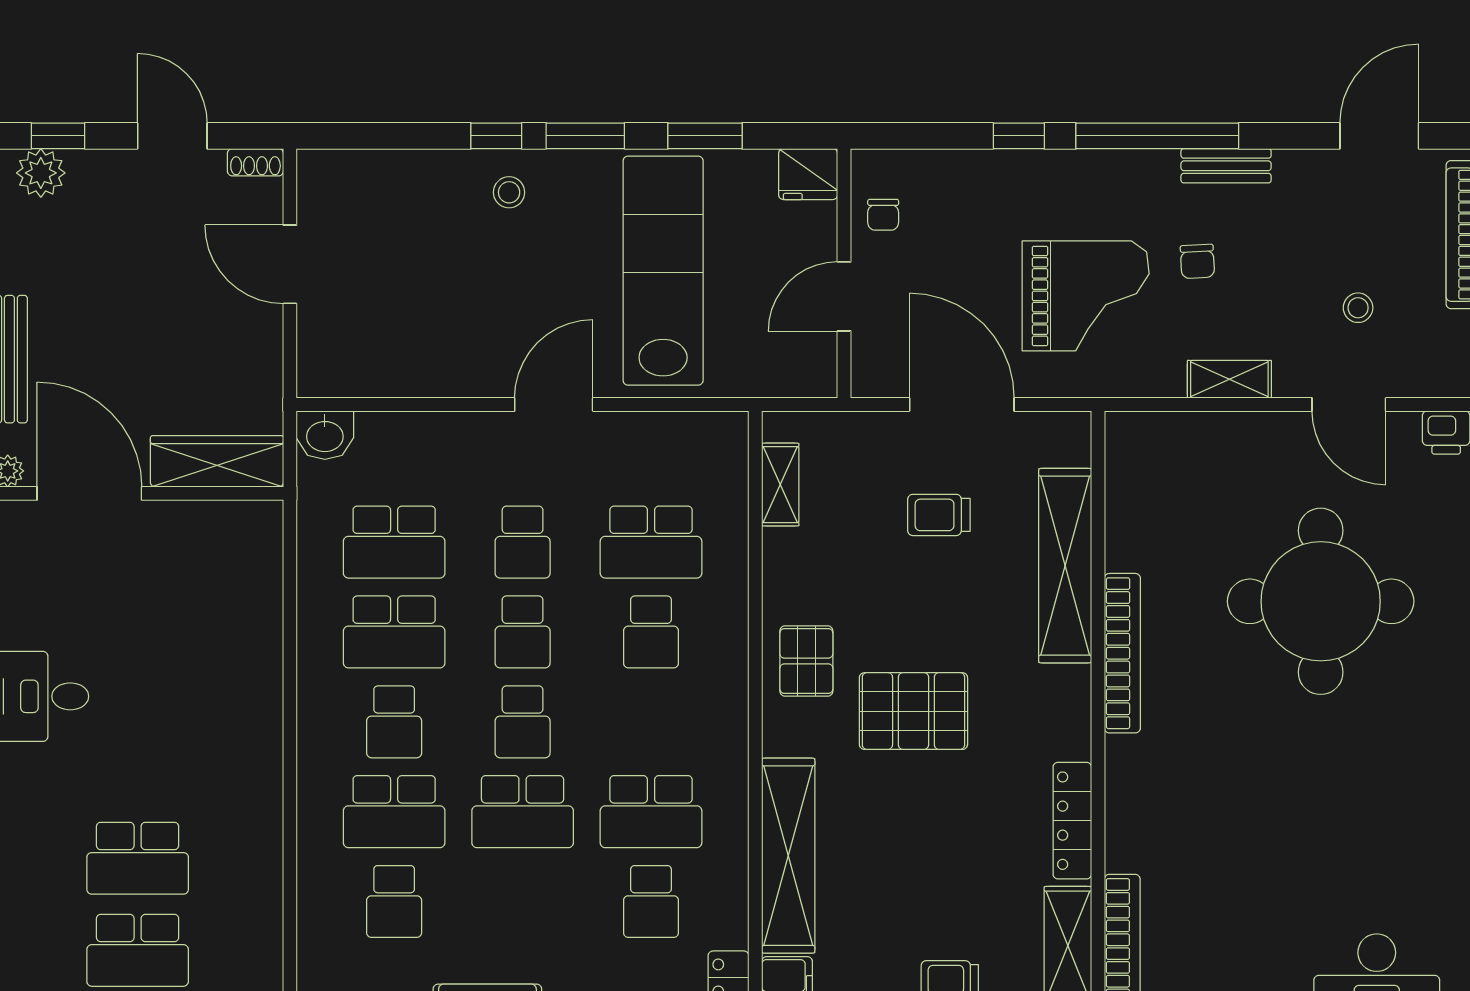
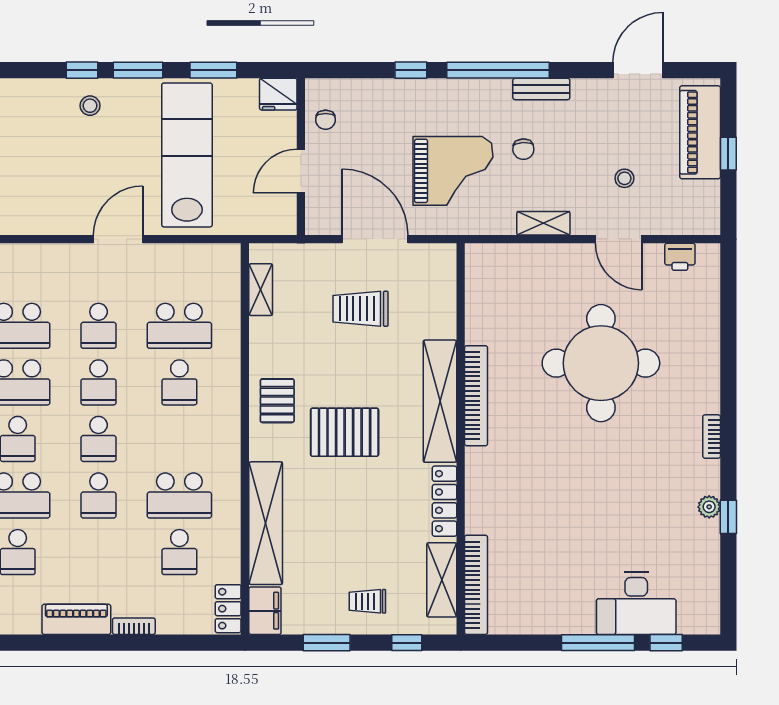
trolley: (939, 515) -> (361, 309), width x1.36, depth x1.39
shelving: (1065, 566) -> (440, 401), moved
school desk: (523, 812) -> (99, 496), width x0.54

